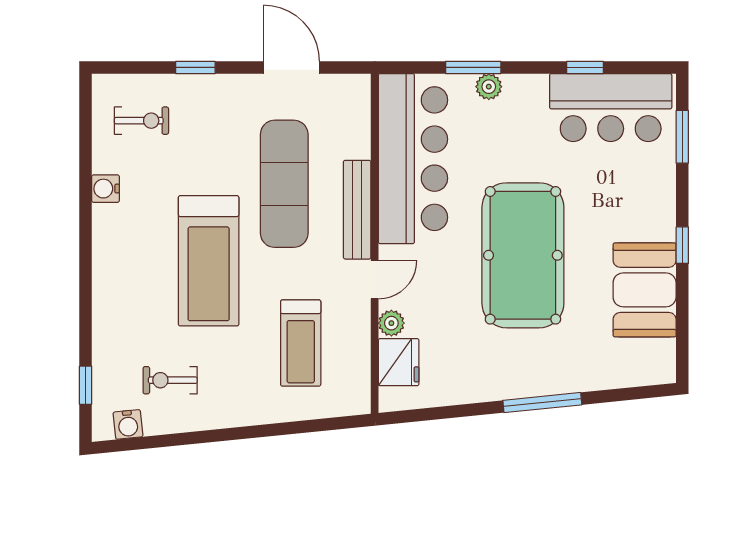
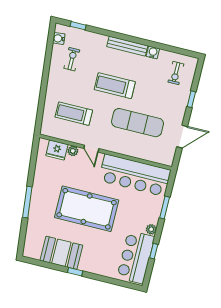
plant: (489, 87) -> (151, 229), moved
window: (682, 137) -> (117, 282), removed
bench: (357, 210) -> (127, 46), moved
treadmill: (209, 261) -> (115, 86), width x0.73, depth x0.73

